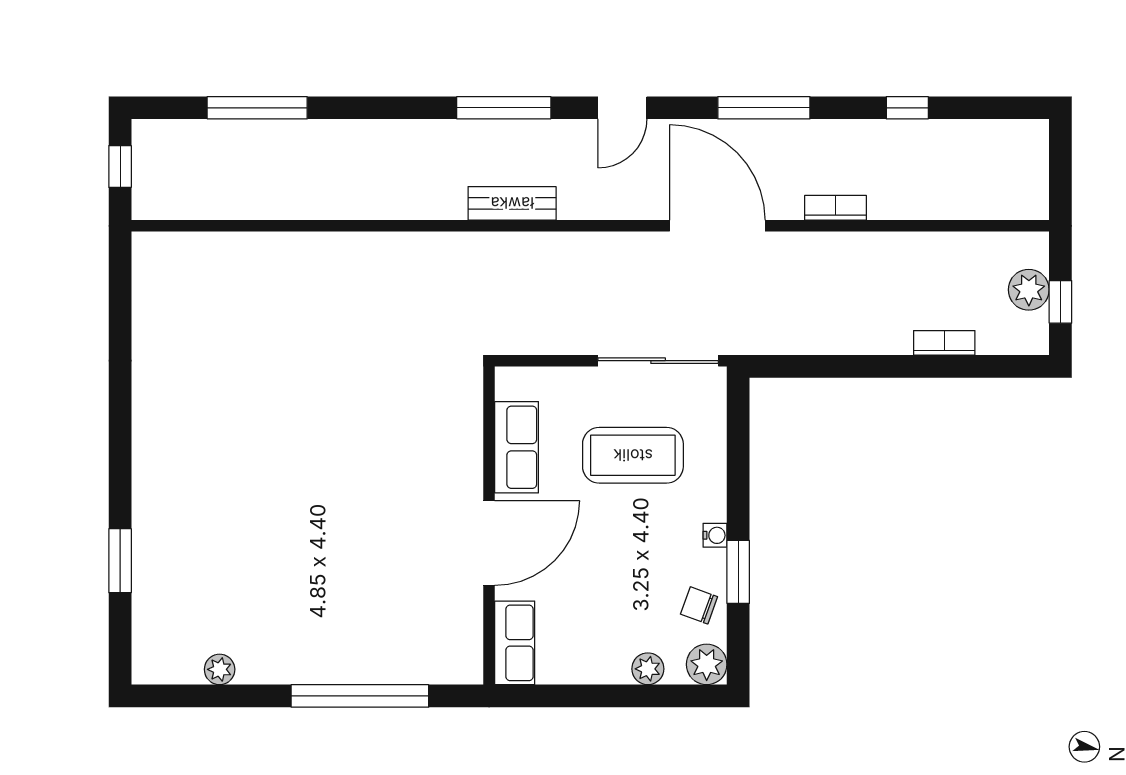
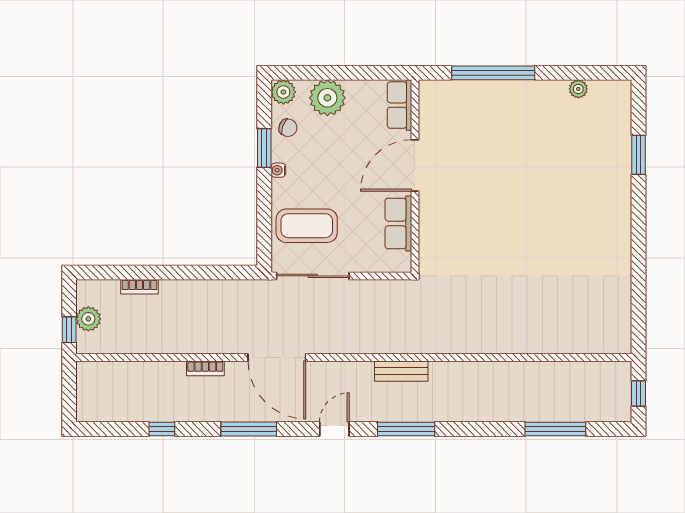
window: (1060, 302) -> (69, 330), moved
coffee table: (633, 455) -> (307, 226), moved
plant: (648, 669) -> (327, 98), width x1.88, depth x1.88

